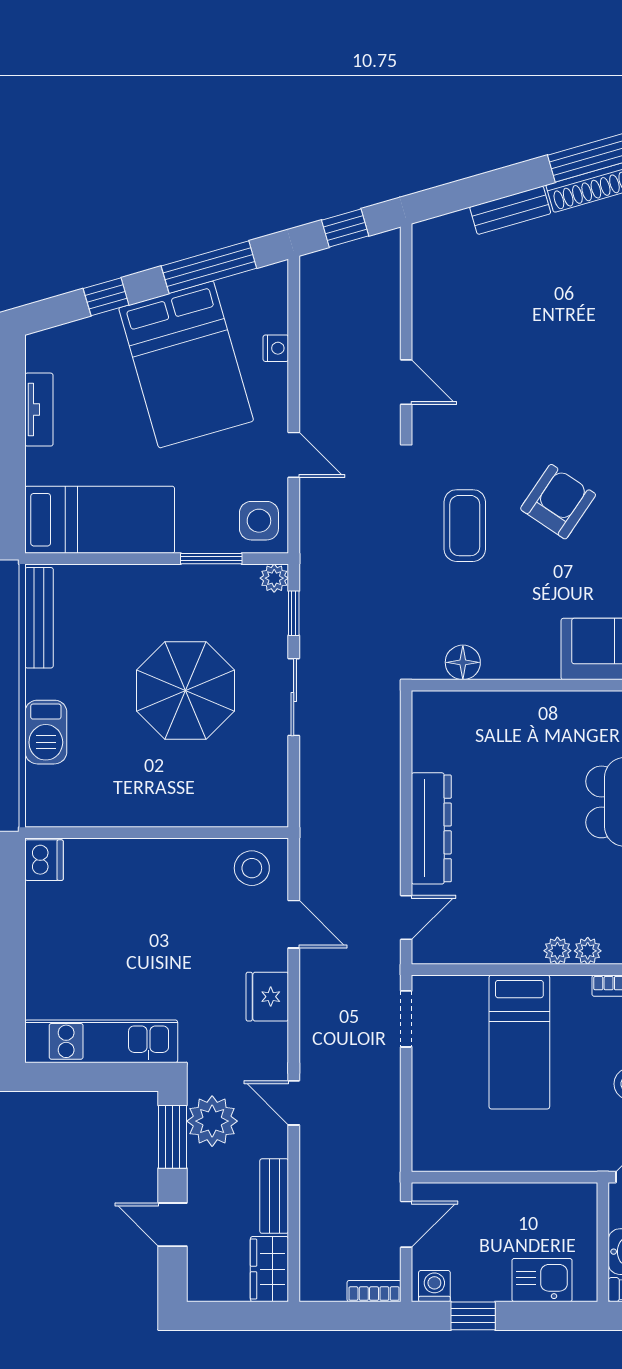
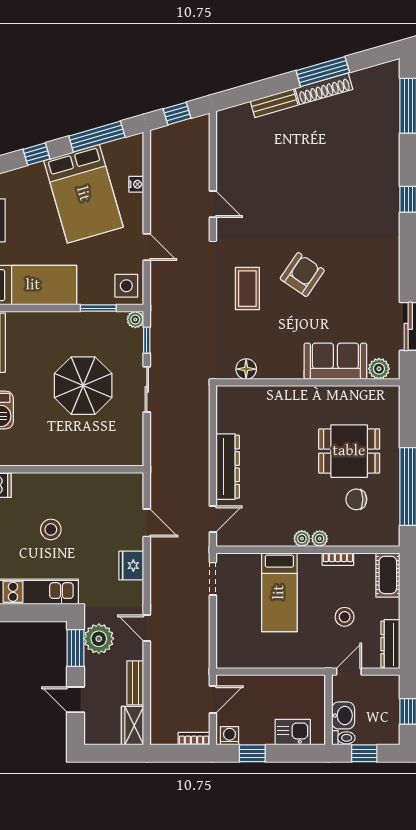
stool: (252, 868) -> (51, 529), moved

